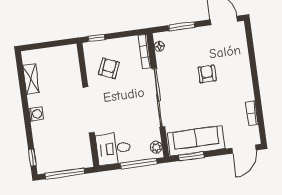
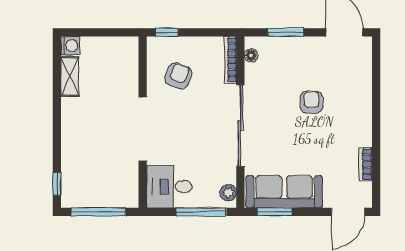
washing machine: (36, 114) -> (70, 46), moved

